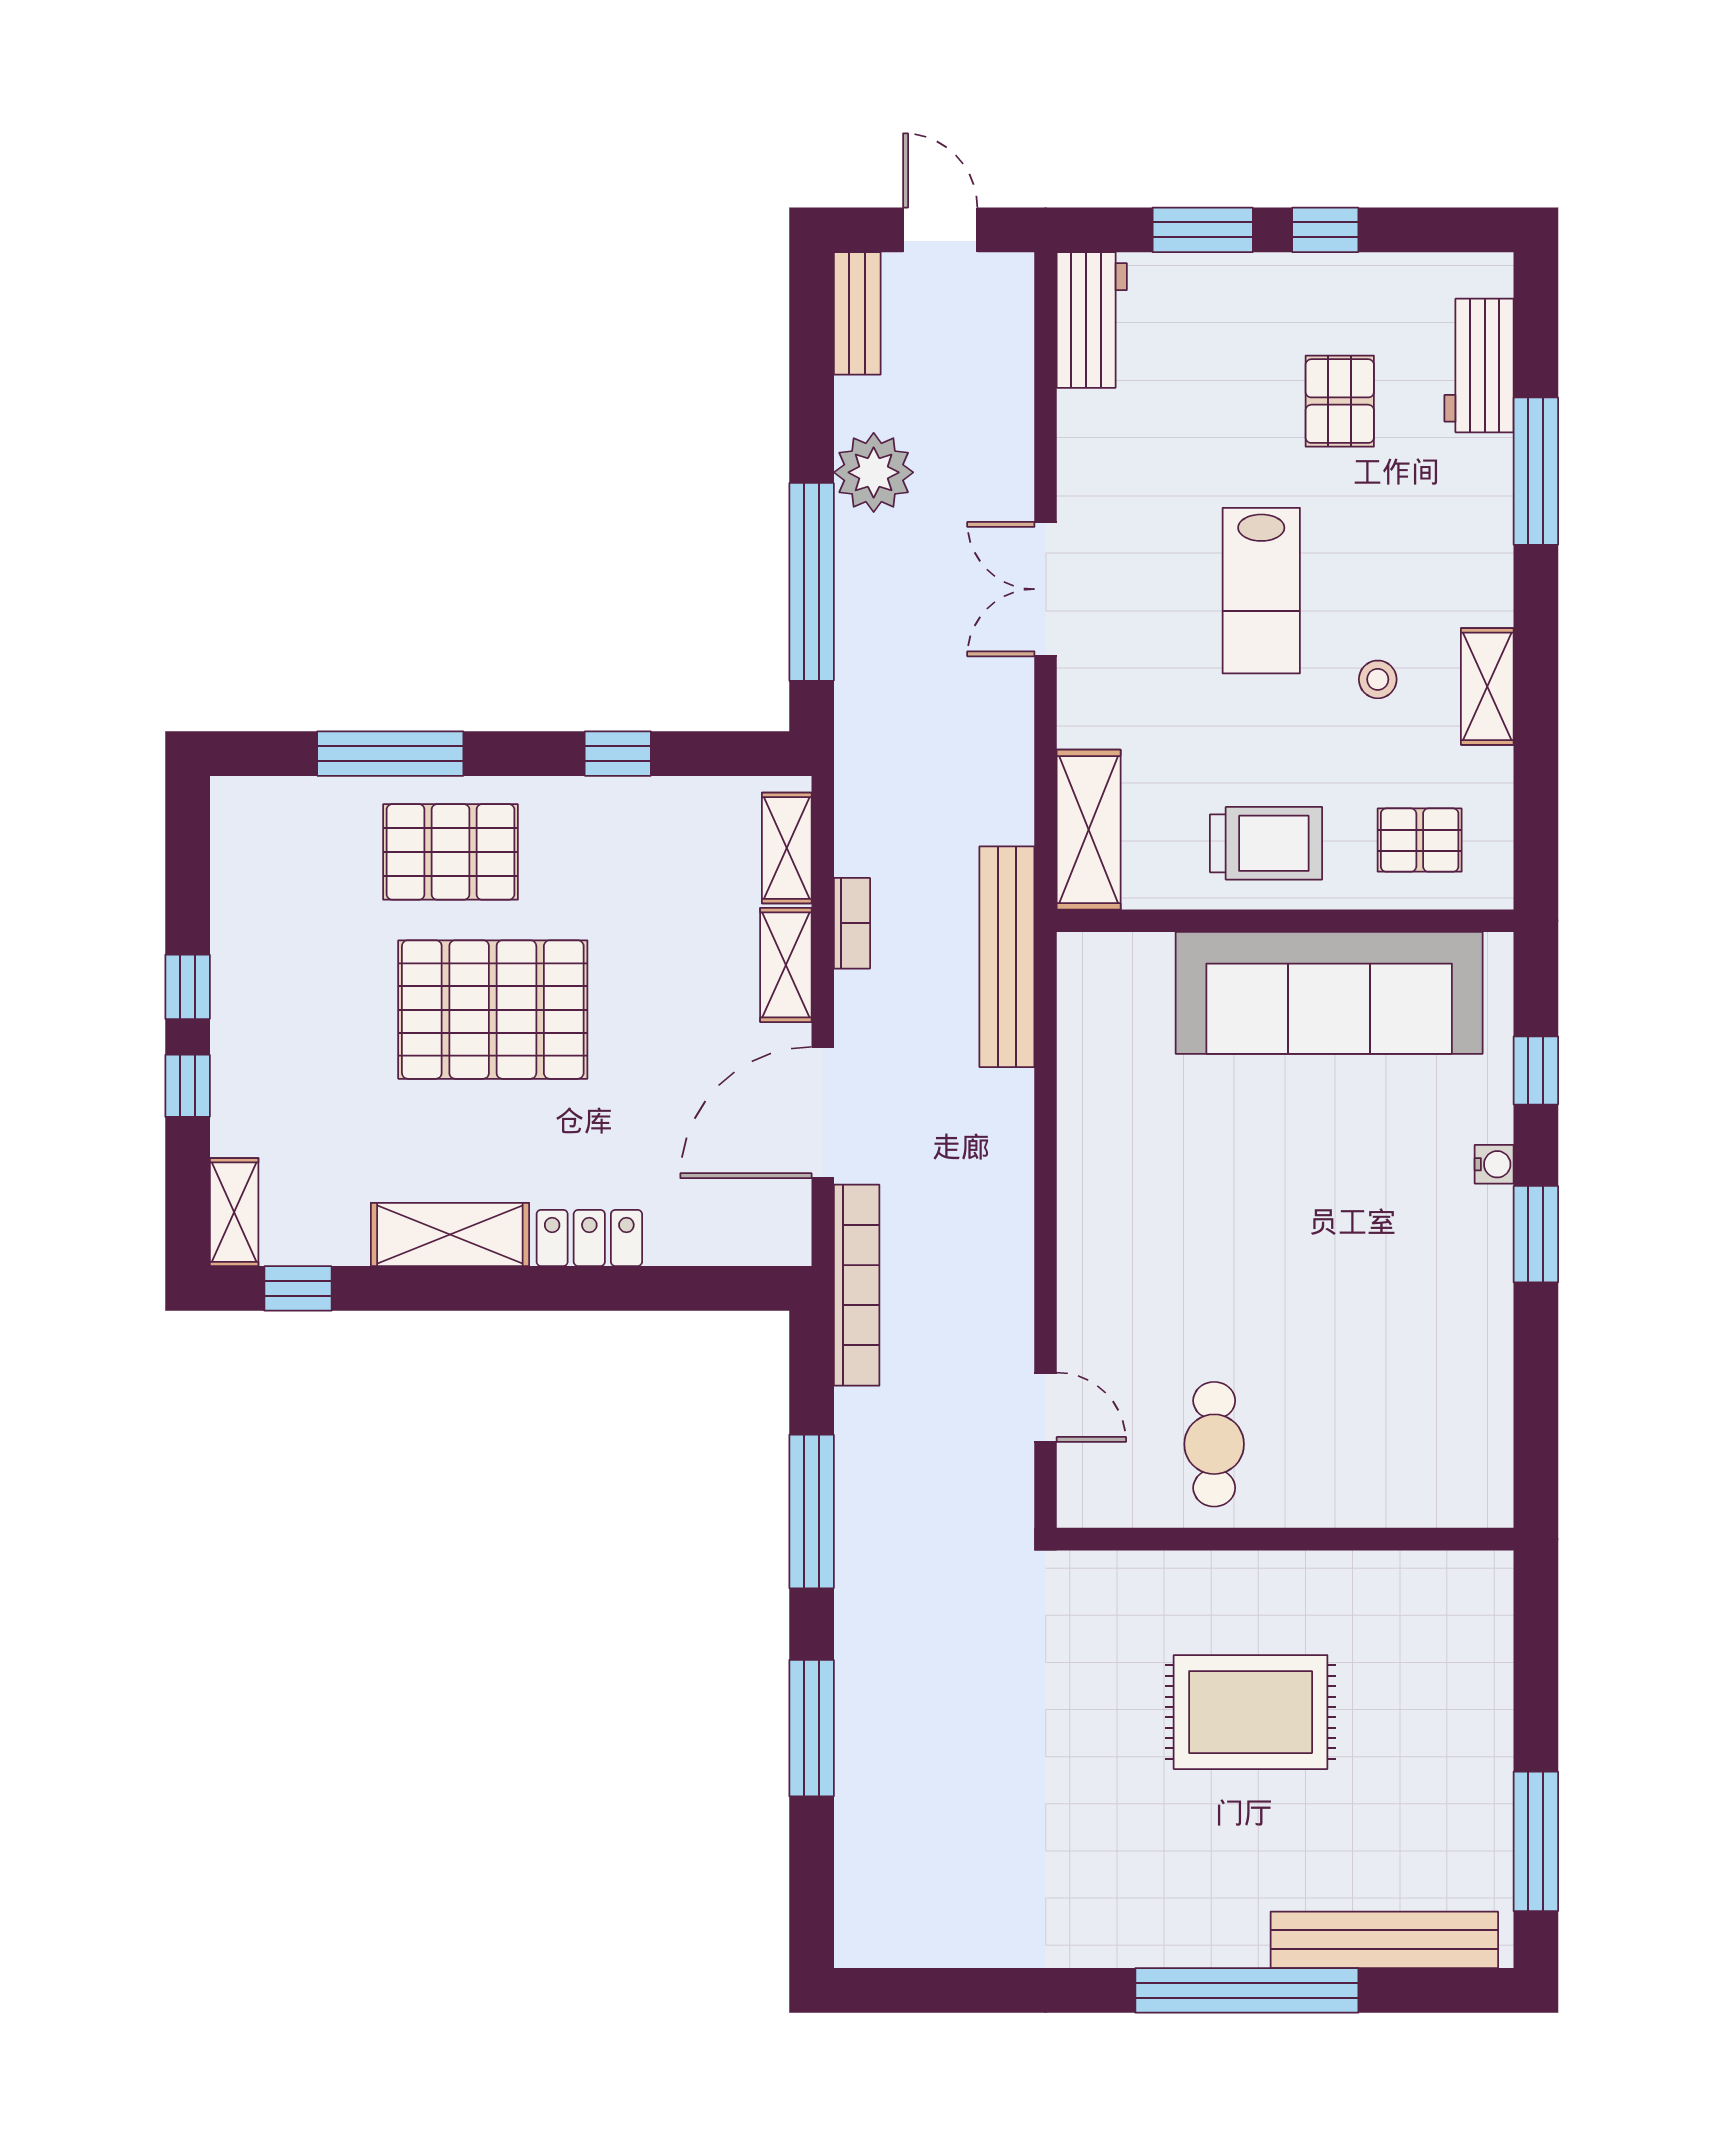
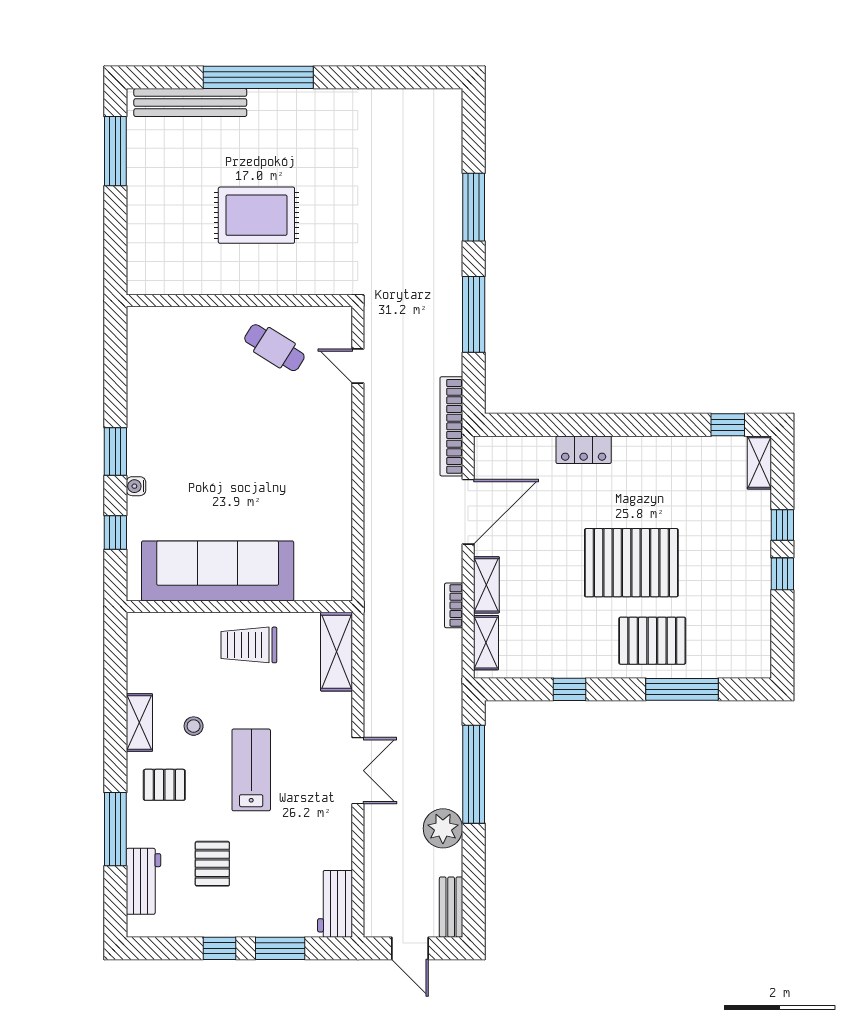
pallet: (1420, 840) -> (164, 785), moved
bench: (1007, 957) -> (377, 589), removed
shelving: (450, 1234) -> (653, 451), removed
cafe table: (1214, 1444) -> (274, 348), turned -58

